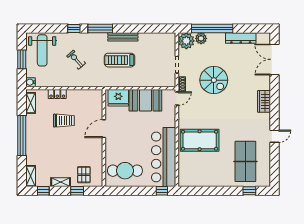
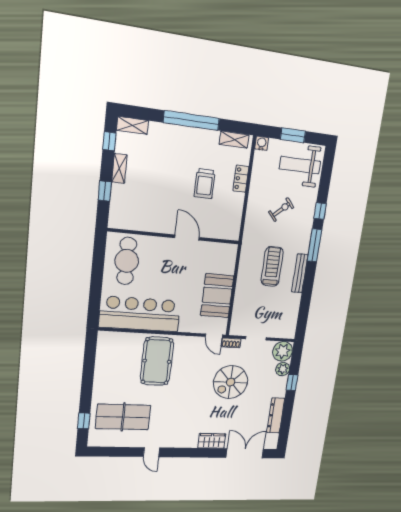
window: (212, 29) -> (292, 383), width x0.32
fridge: (118, 98) -> (225, 261), removed
wardrobe: (264, 101) -> (212, 441), moved
pallet: (84, 175) -> (127, 203), removed
window: (162, 191) -> (94, 309), removed

